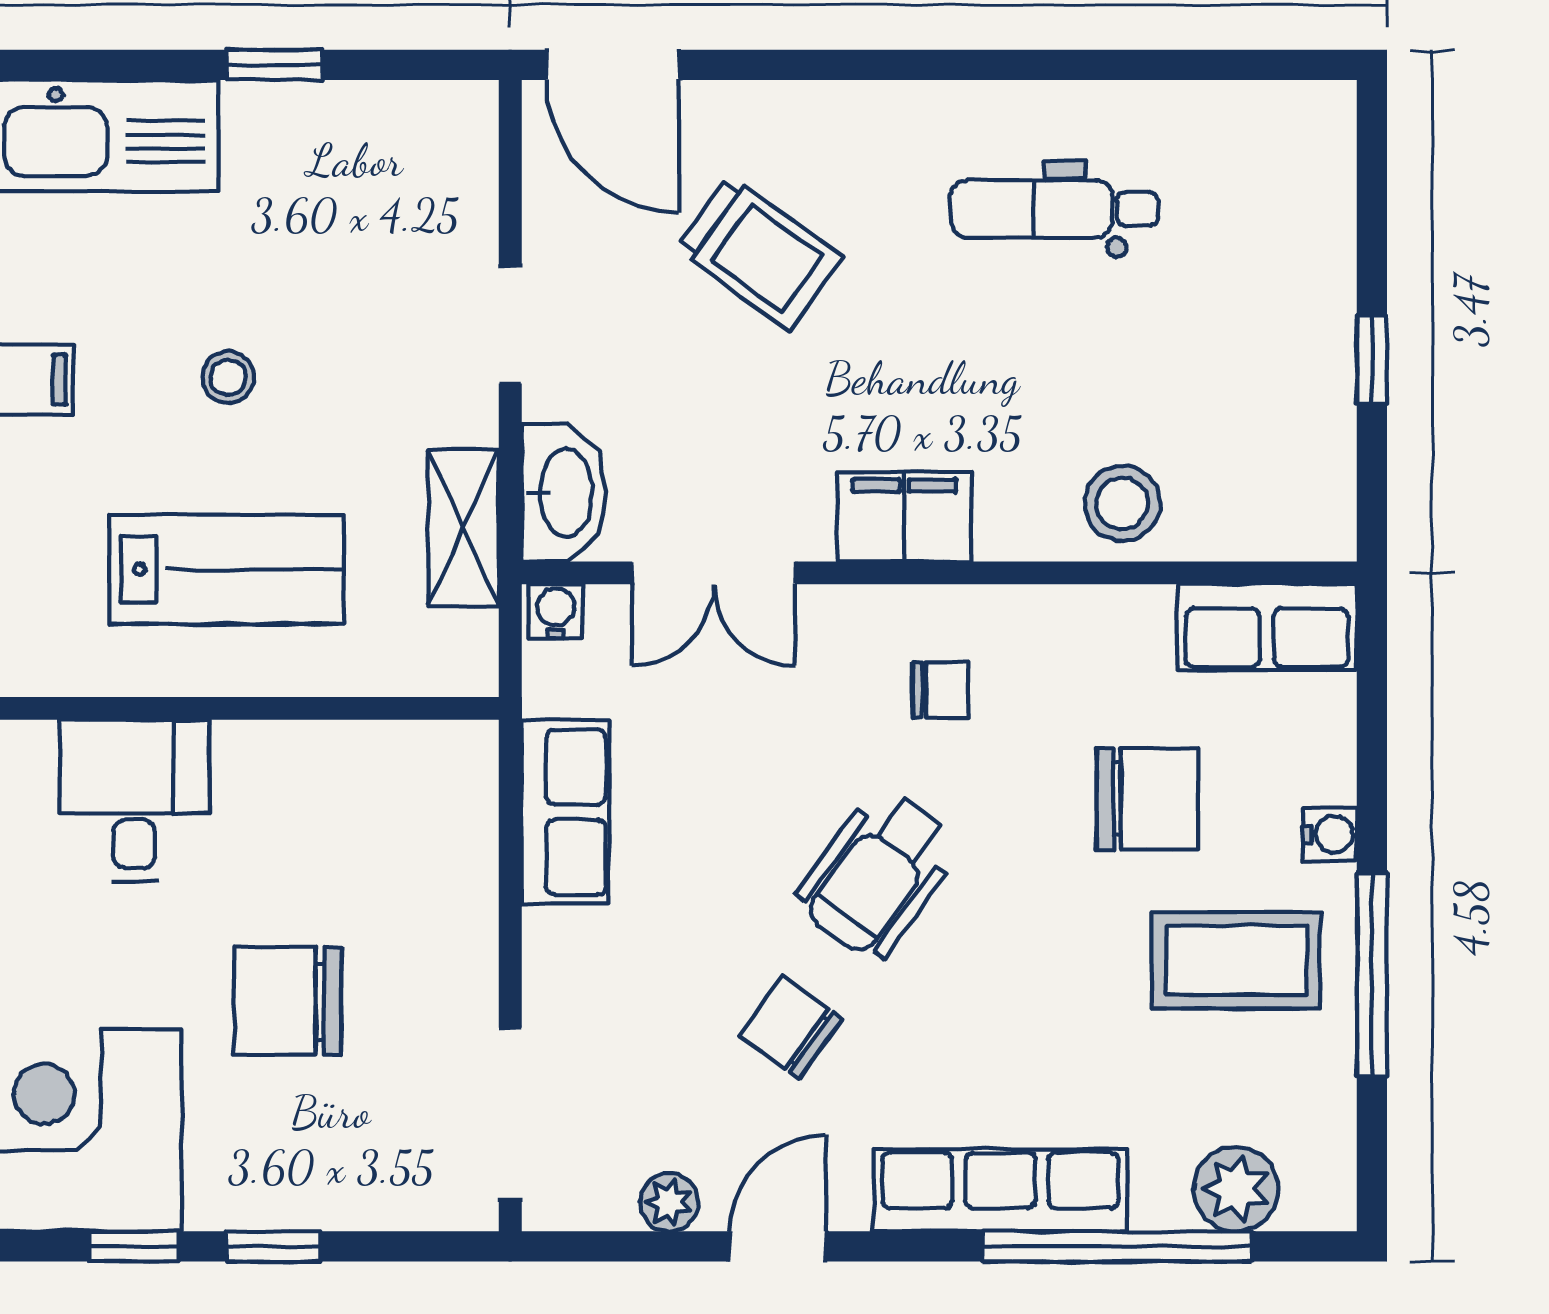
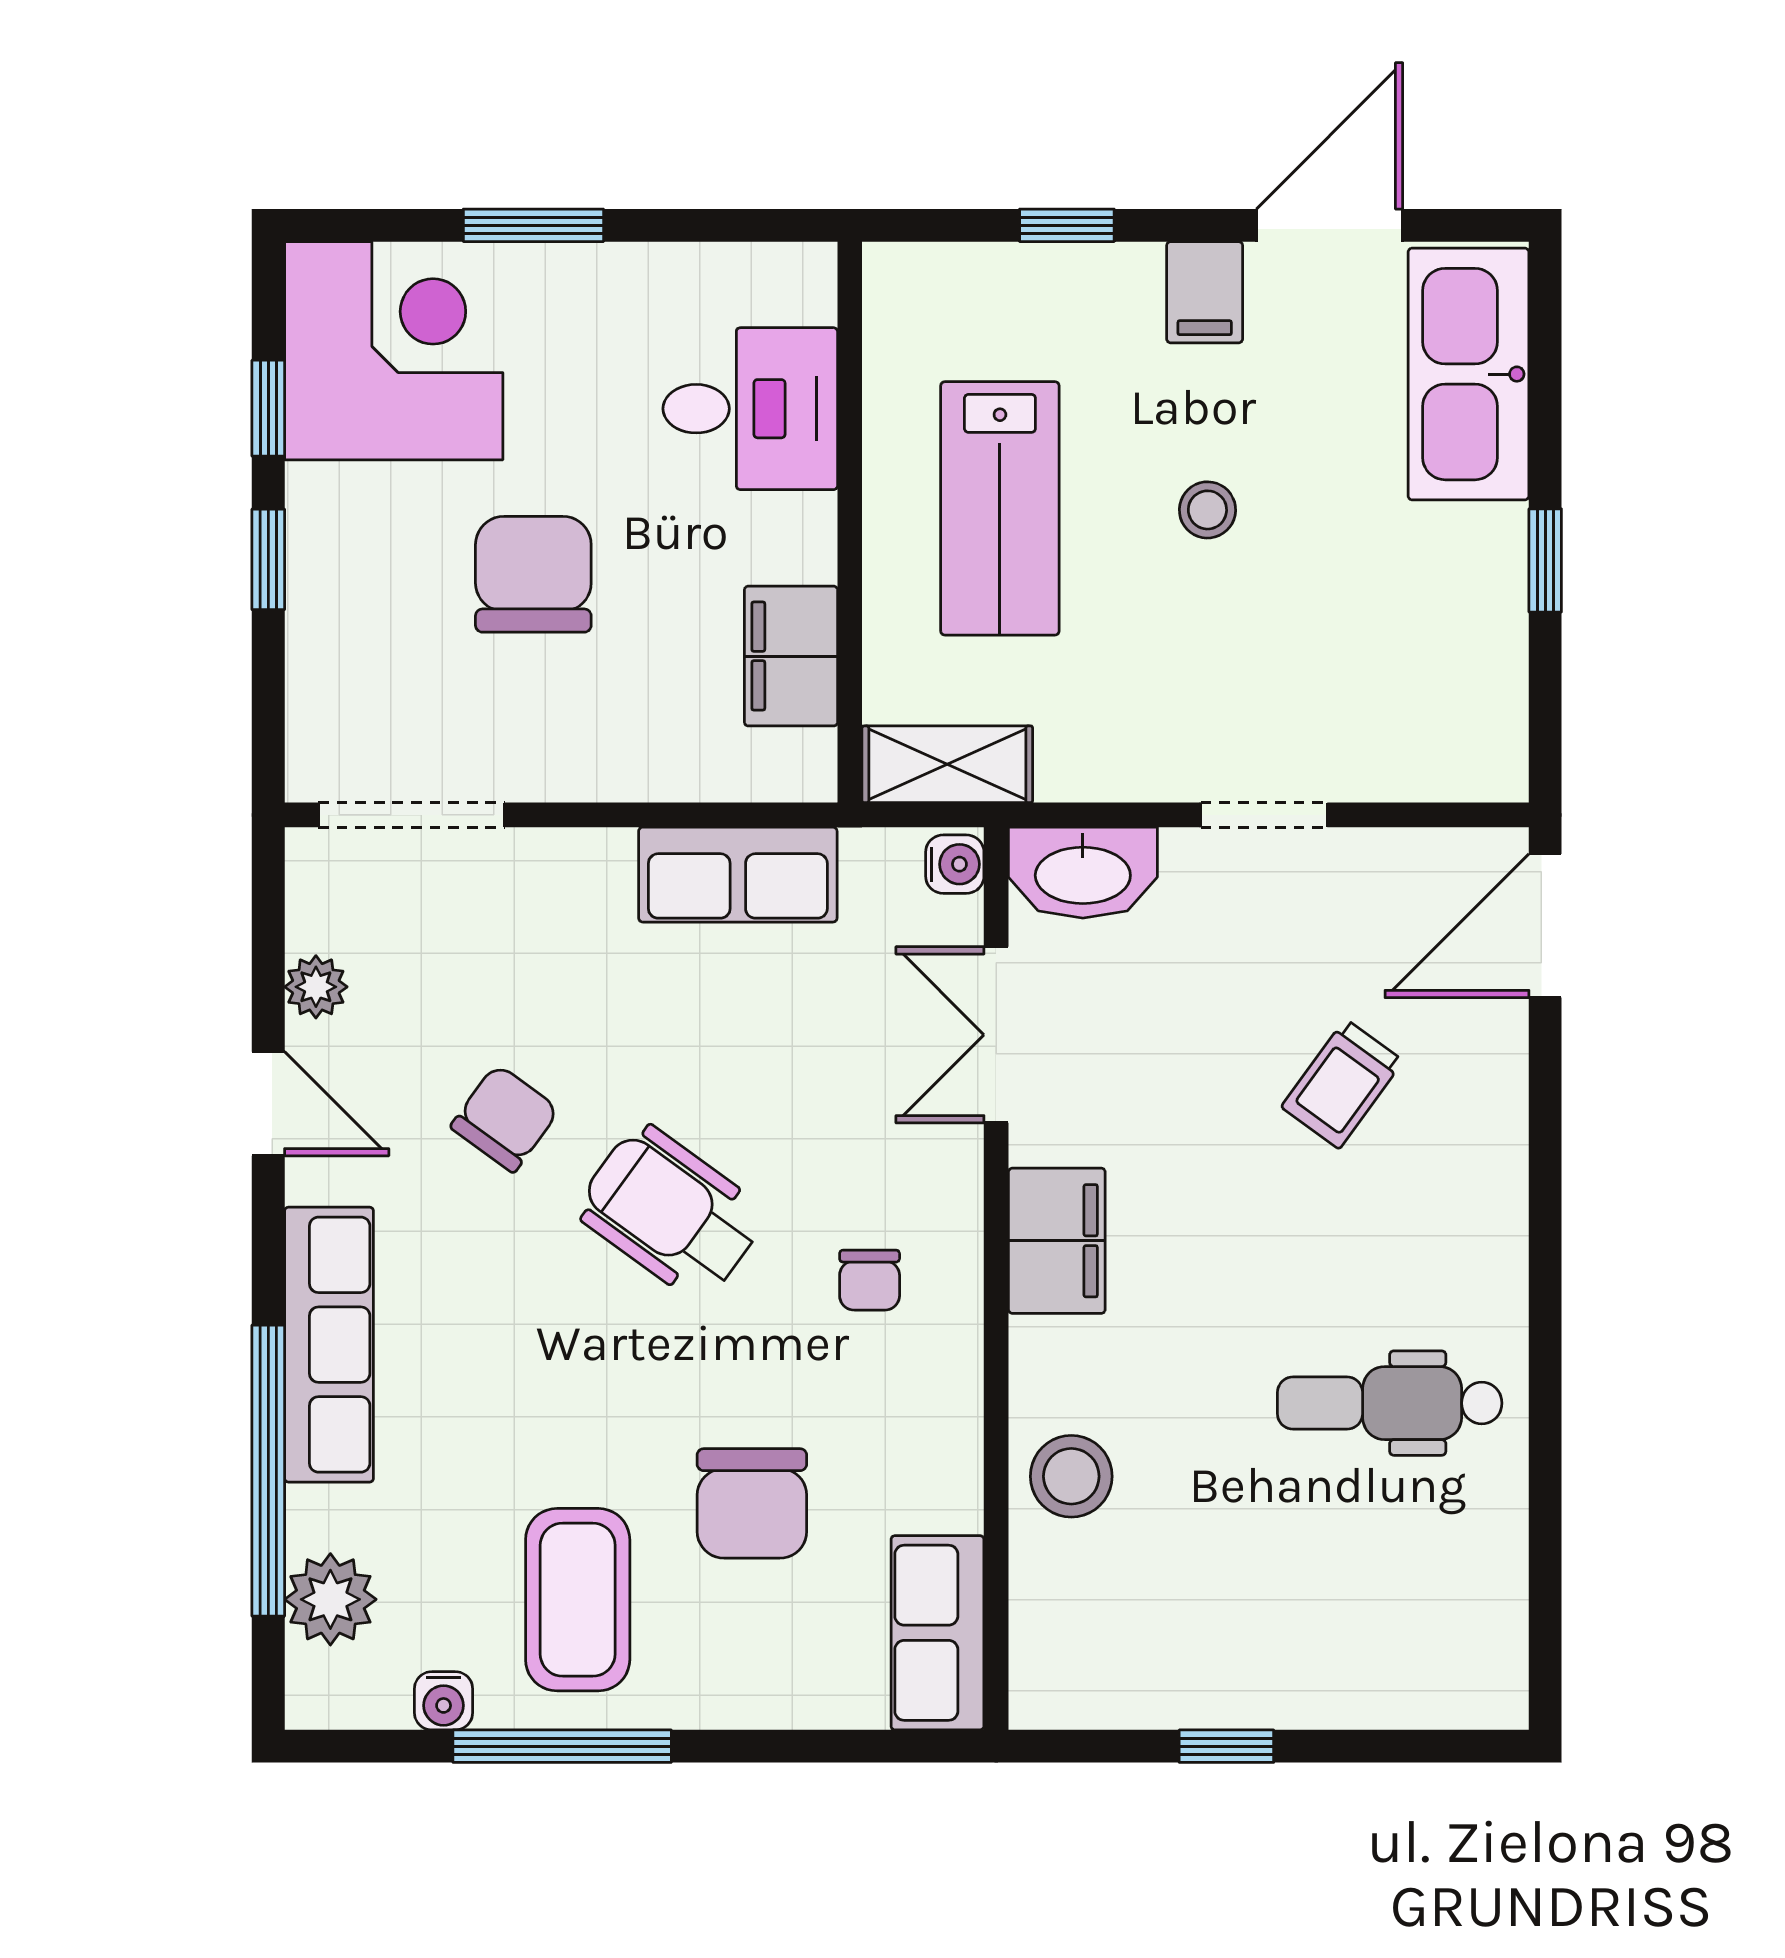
dental chair: (1054, 209) -> (1390, 1403), turned -90
trolley: (759, 253) -> (1342, 1084), width x0.73, depth x0.72
shelving: (463, 528) -> (947, 764), moved
filing cabinet: (363, 763) -> (791, 656), added
water cooler: (1330, 834) -> (444, 1701), moved

